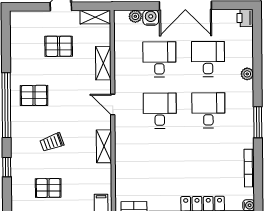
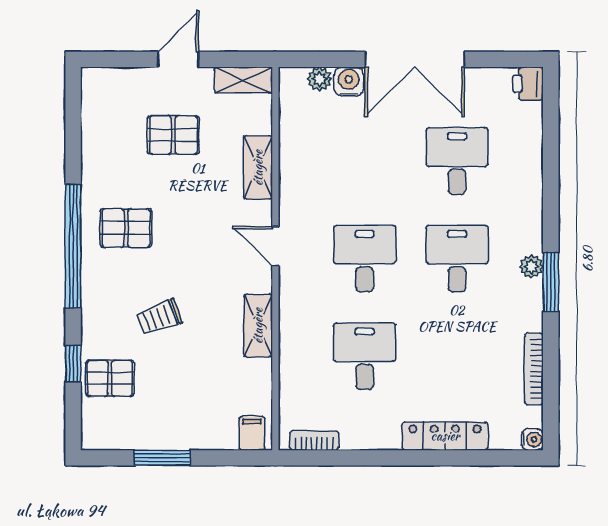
desk: (159, 59) -> (365, 356), moved
plant: (247, 74) -> (531, 267), moved
pallet: (48, 188) -> (110, 378), moved

